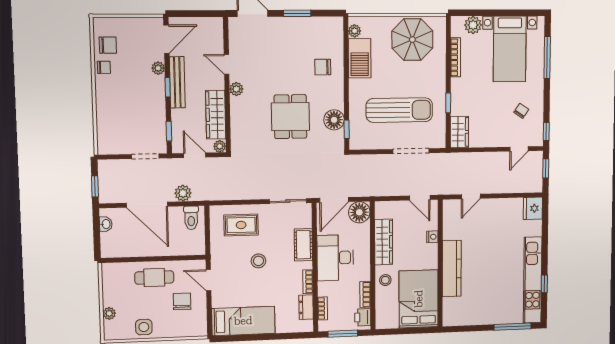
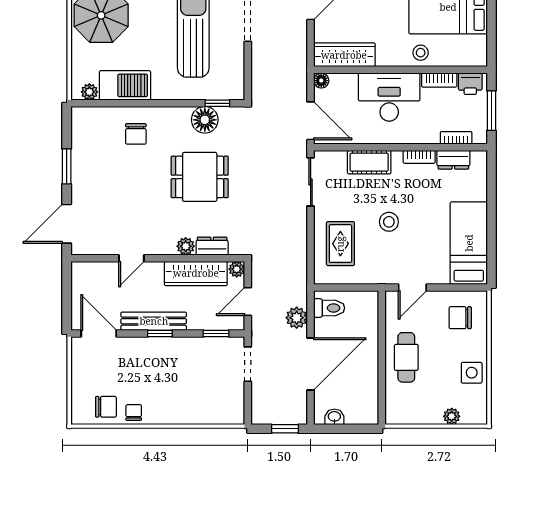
chair: (108, 45) -> (106, 407), turned 90
plant: (158, 68) -> (135, 345), removed
plant: (236, 89) -> (186, 246), moved
dresser: (237, 127) -> (212, 246), added
floor lamp: (359, 212) -> (321, 81), width x0.53, depth x0.53
wardrobe: (384, 242) -> (344, 55), moved
desk: (335, 258) -> (389, 97), moved, turned 180
chair: (182, 301) -> (460, 318), moved

